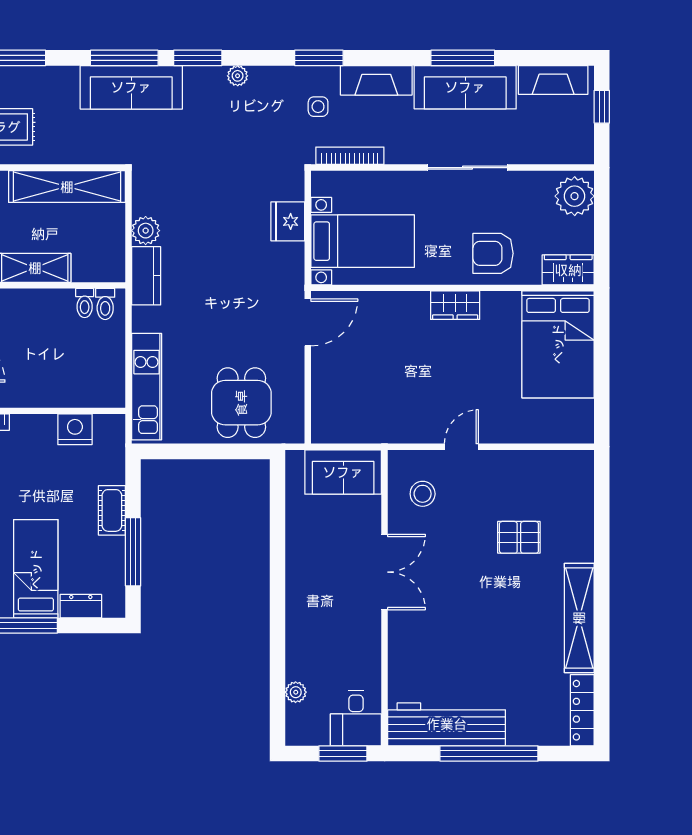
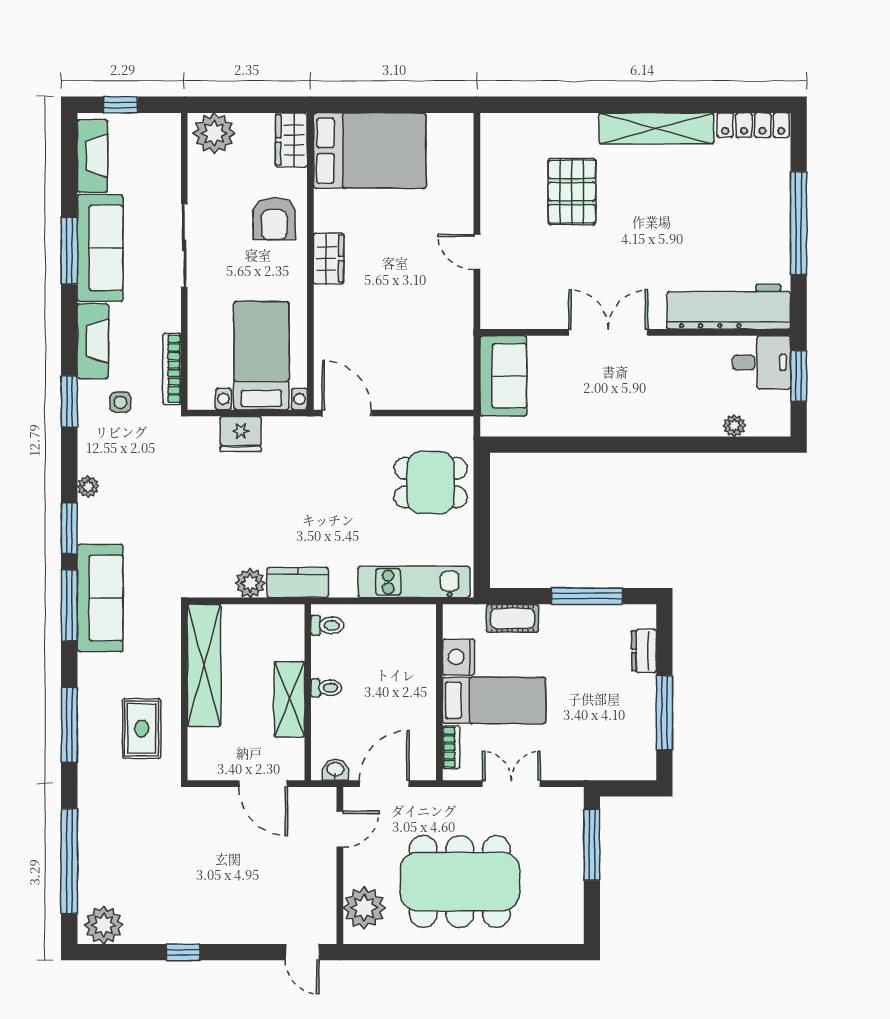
toilet: (85, 303) -> (326, 688), moved
stool: (423, 494) -> (526, 293), removed
cot: (112, 510) -> (512, 618), moved
pallet: (519, 537) -> (572, 192), width x1.50, depth x1.42
bed: (36, 569) -> (494, 700), moved, turned 180
workbench: (447, 724) -> (729, 307), moved, turned 90

